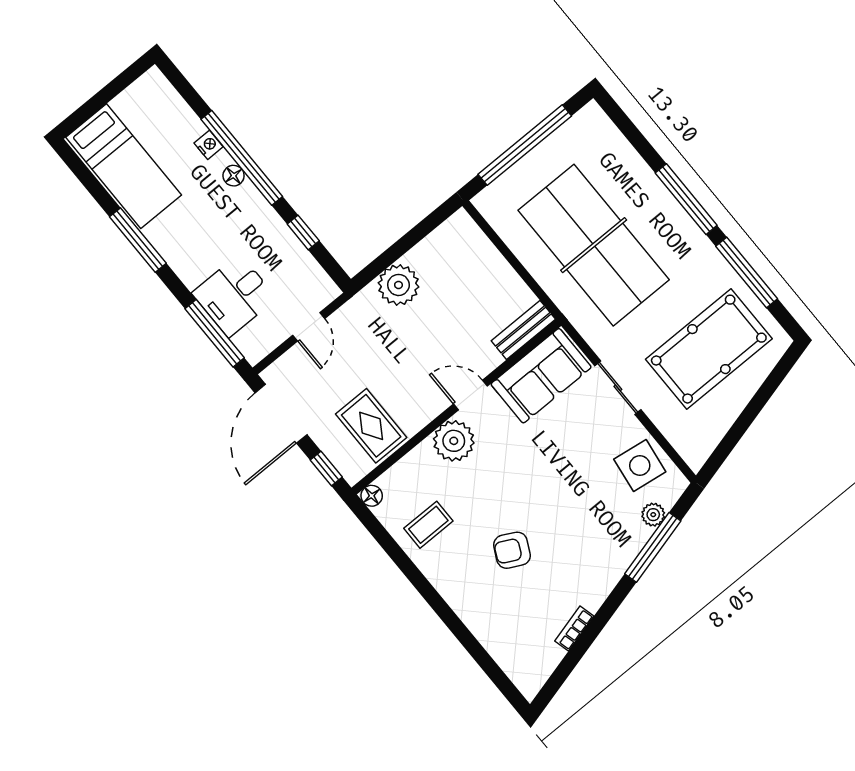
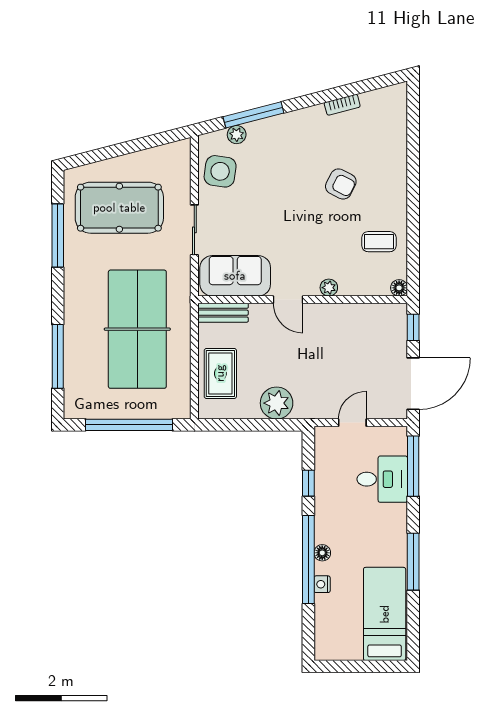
window: (686, 199) -> (58, 356), moved
rug: (371, 426) -> (220, 373), moved
plant: (454, 441) -> (329, 288), width x0.53, depth x0.53

